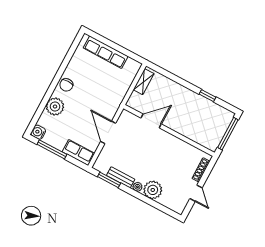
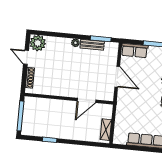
plant: (153, 190) -> (38, 43), moved

